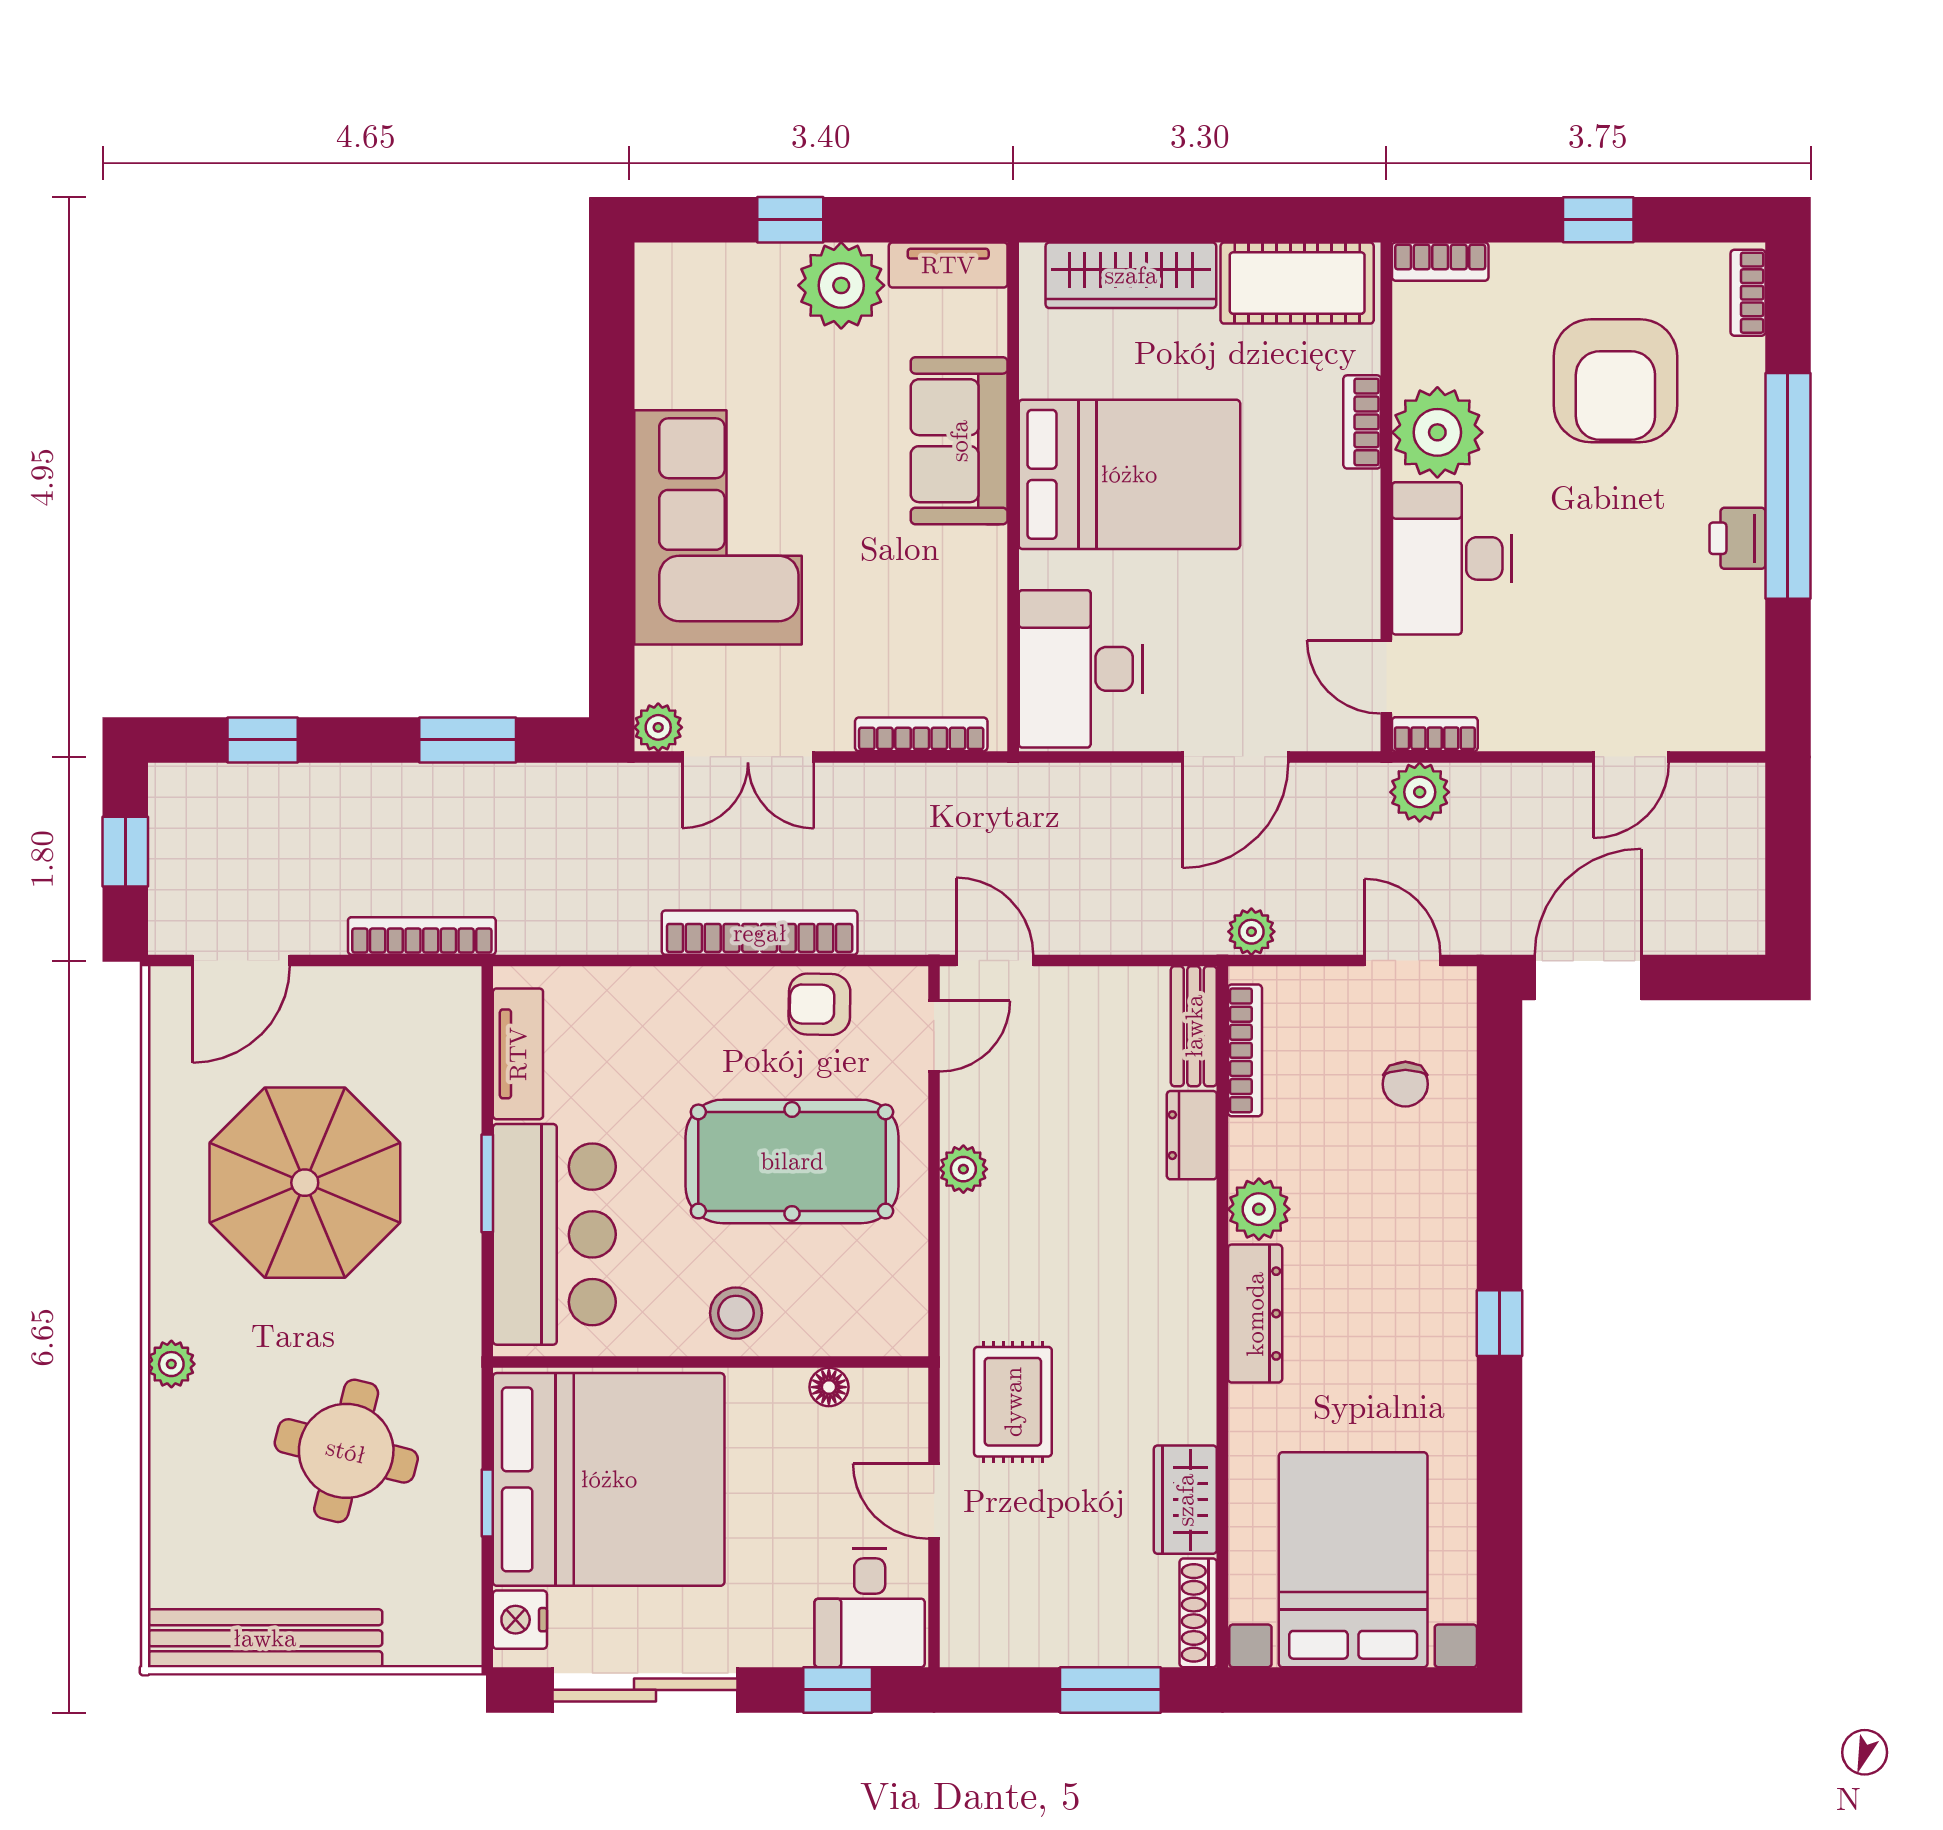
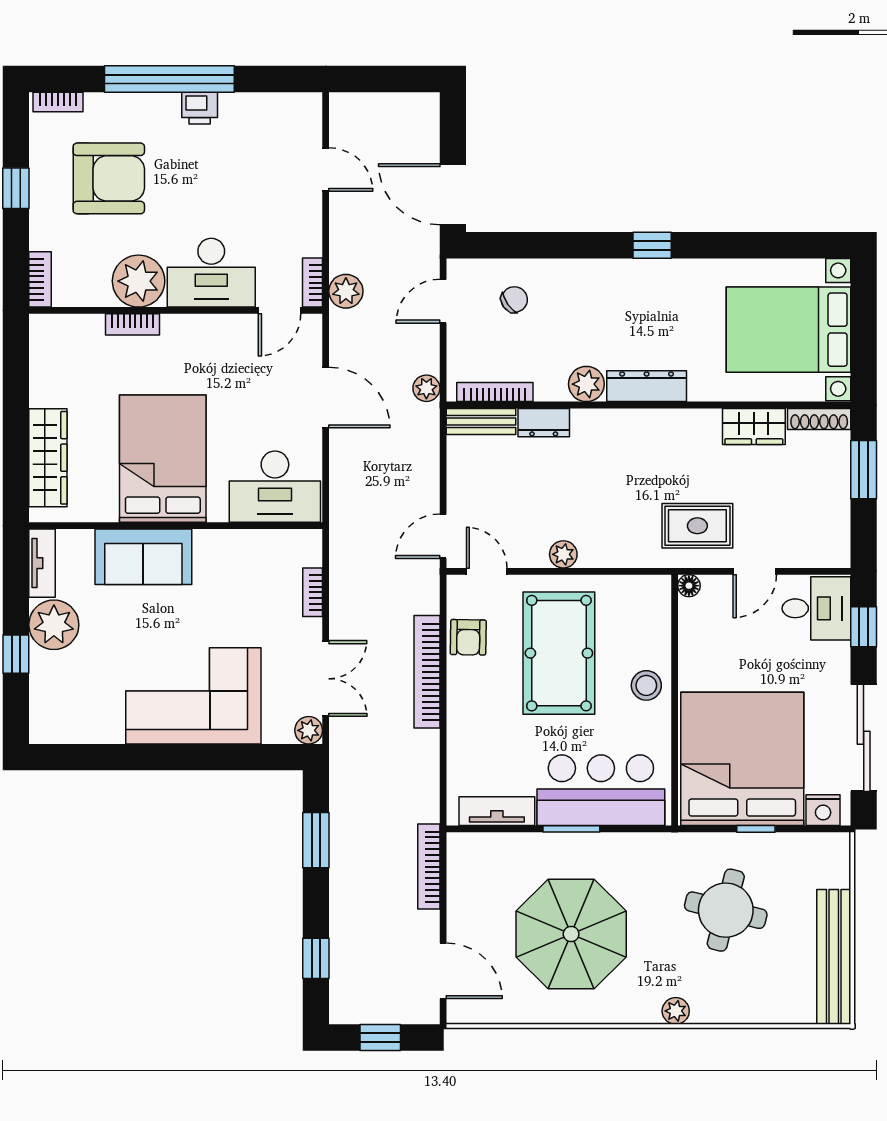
cot: (1297, 283) -> (52, 362), removed
bookcase: (921, 734) -> (313, 592), width x0.64
chair: (1405, 1084) -> (514, 300), turned -35
floor lamp: (829, 1387) -> (689, 586), moved

